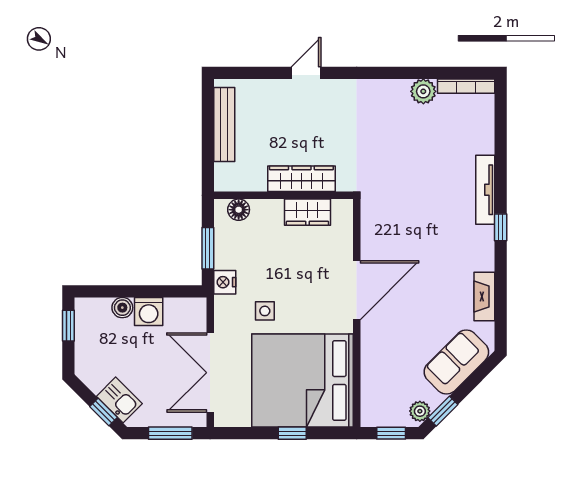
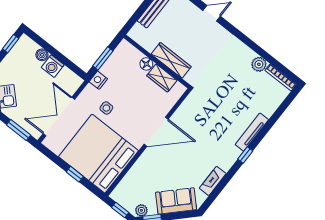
floor lamp: (239, 210) -> (146, 64), moved

